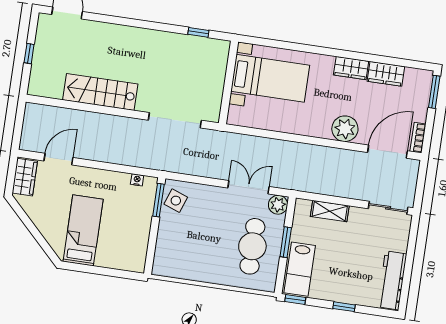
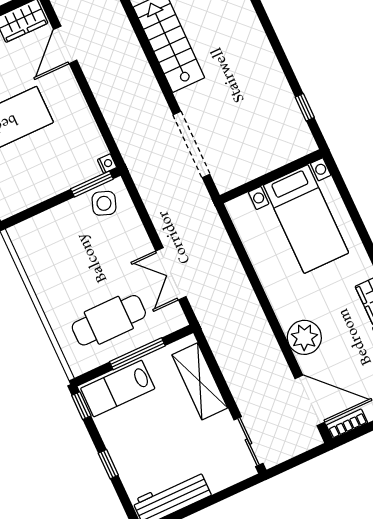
door: (58, 159) -> (65, 45), swing flipped
nightstand: (137, 180) -> (107, 164), moved
double door: (249, 187) -> (171, 274), swing flipped
plant: (278, 205) -> (173, 319), removed
shelving: (330, 211) -> (200, 381), width x1.50, depth x1.33
window: (286, 242) -> (137, 354), width x1.44

